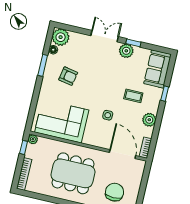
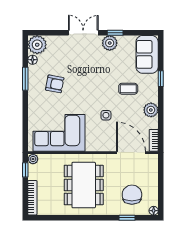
dining table: (73, 173) -> (84, 185), turned 90

